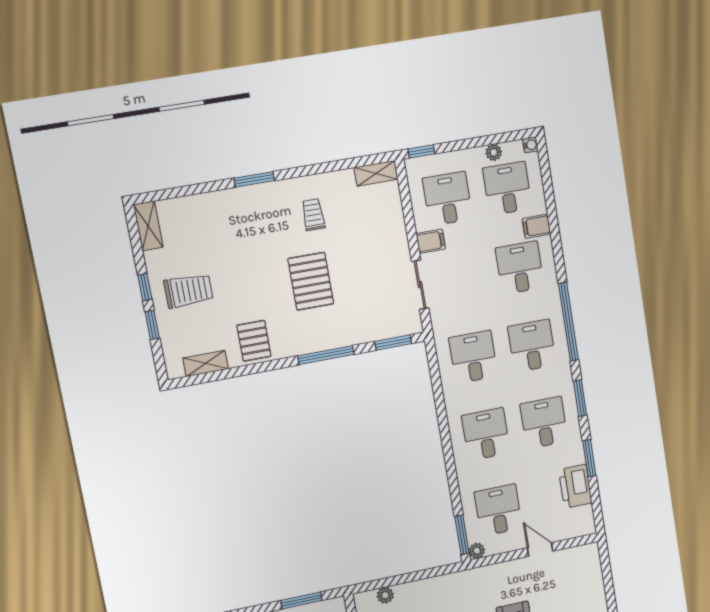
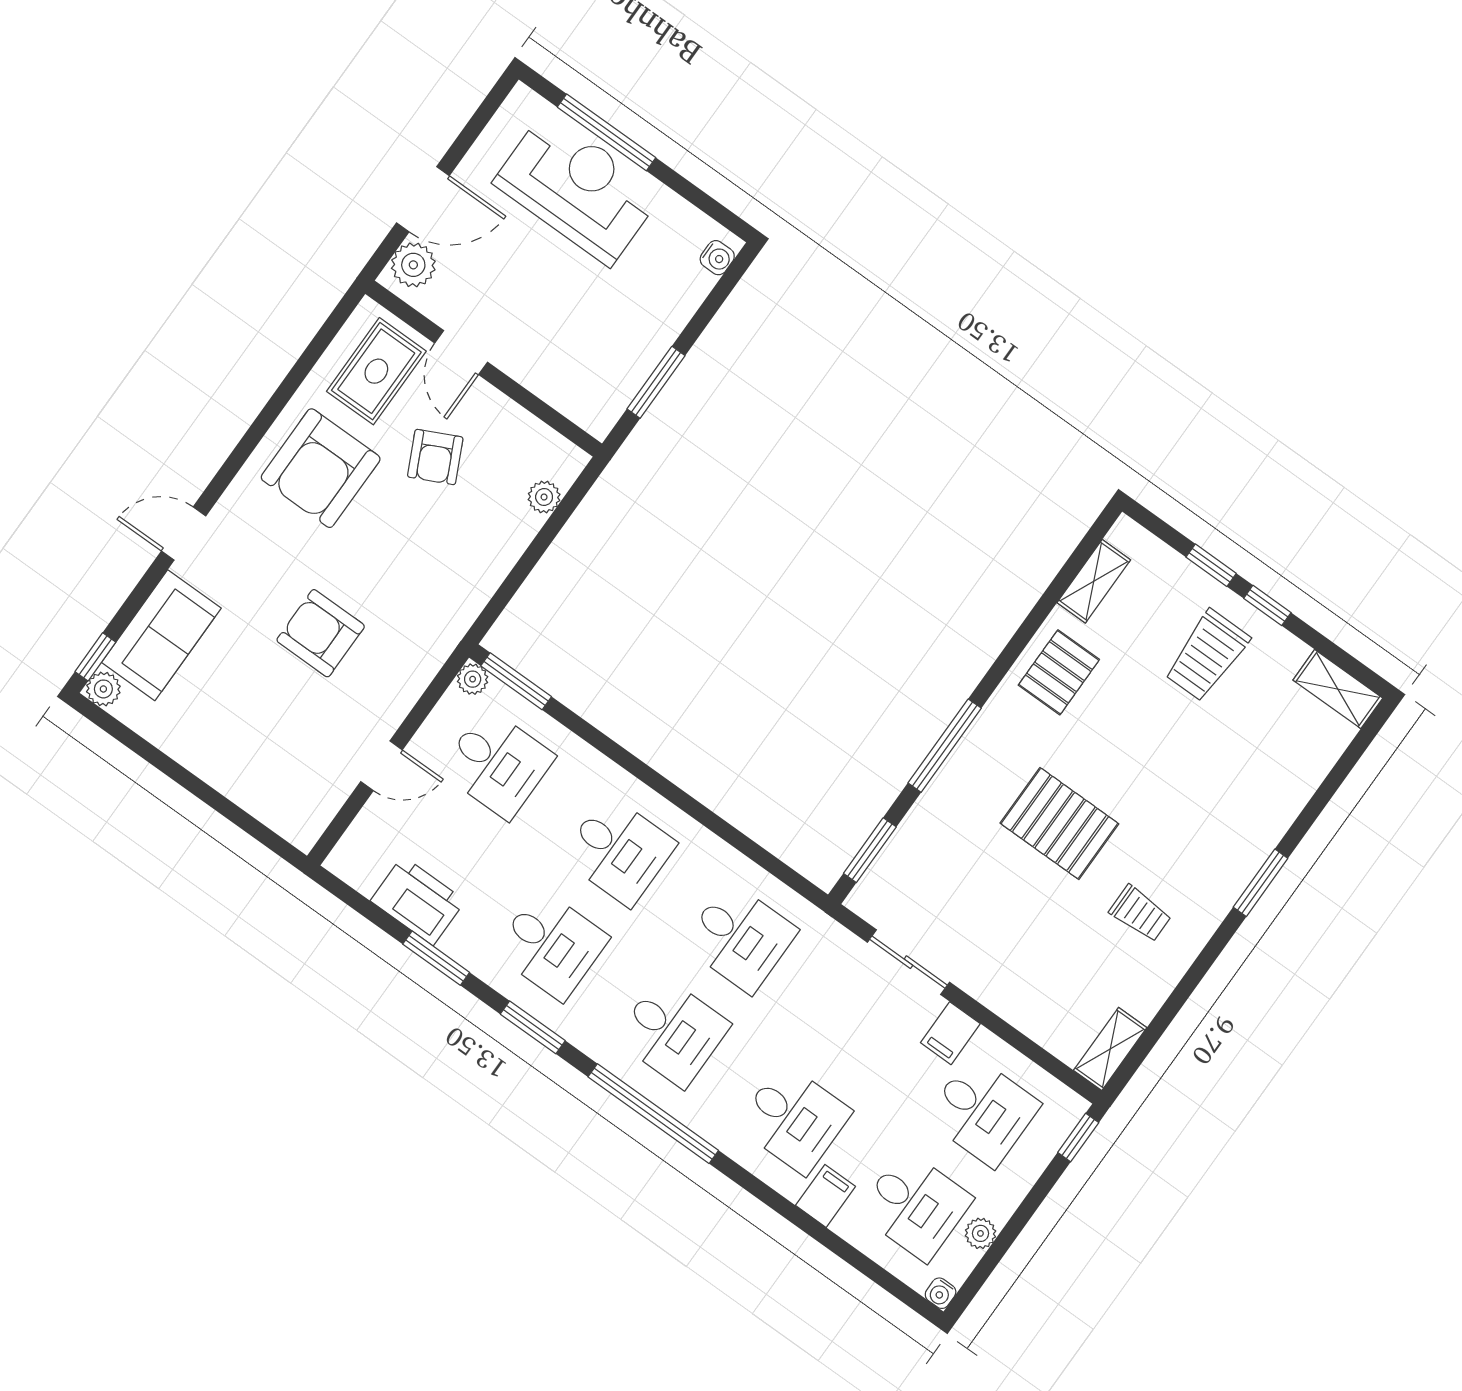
pallet: (254, 341) -> (1059, 672), turned 90

